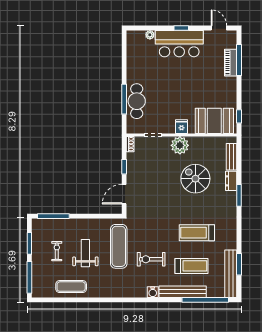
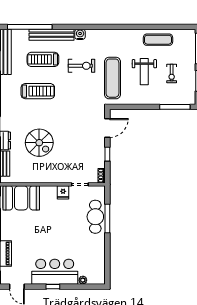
fridge: (181, 127) -> (63, 192), moved
plant: (180, 145) -> (54, 175), removed

